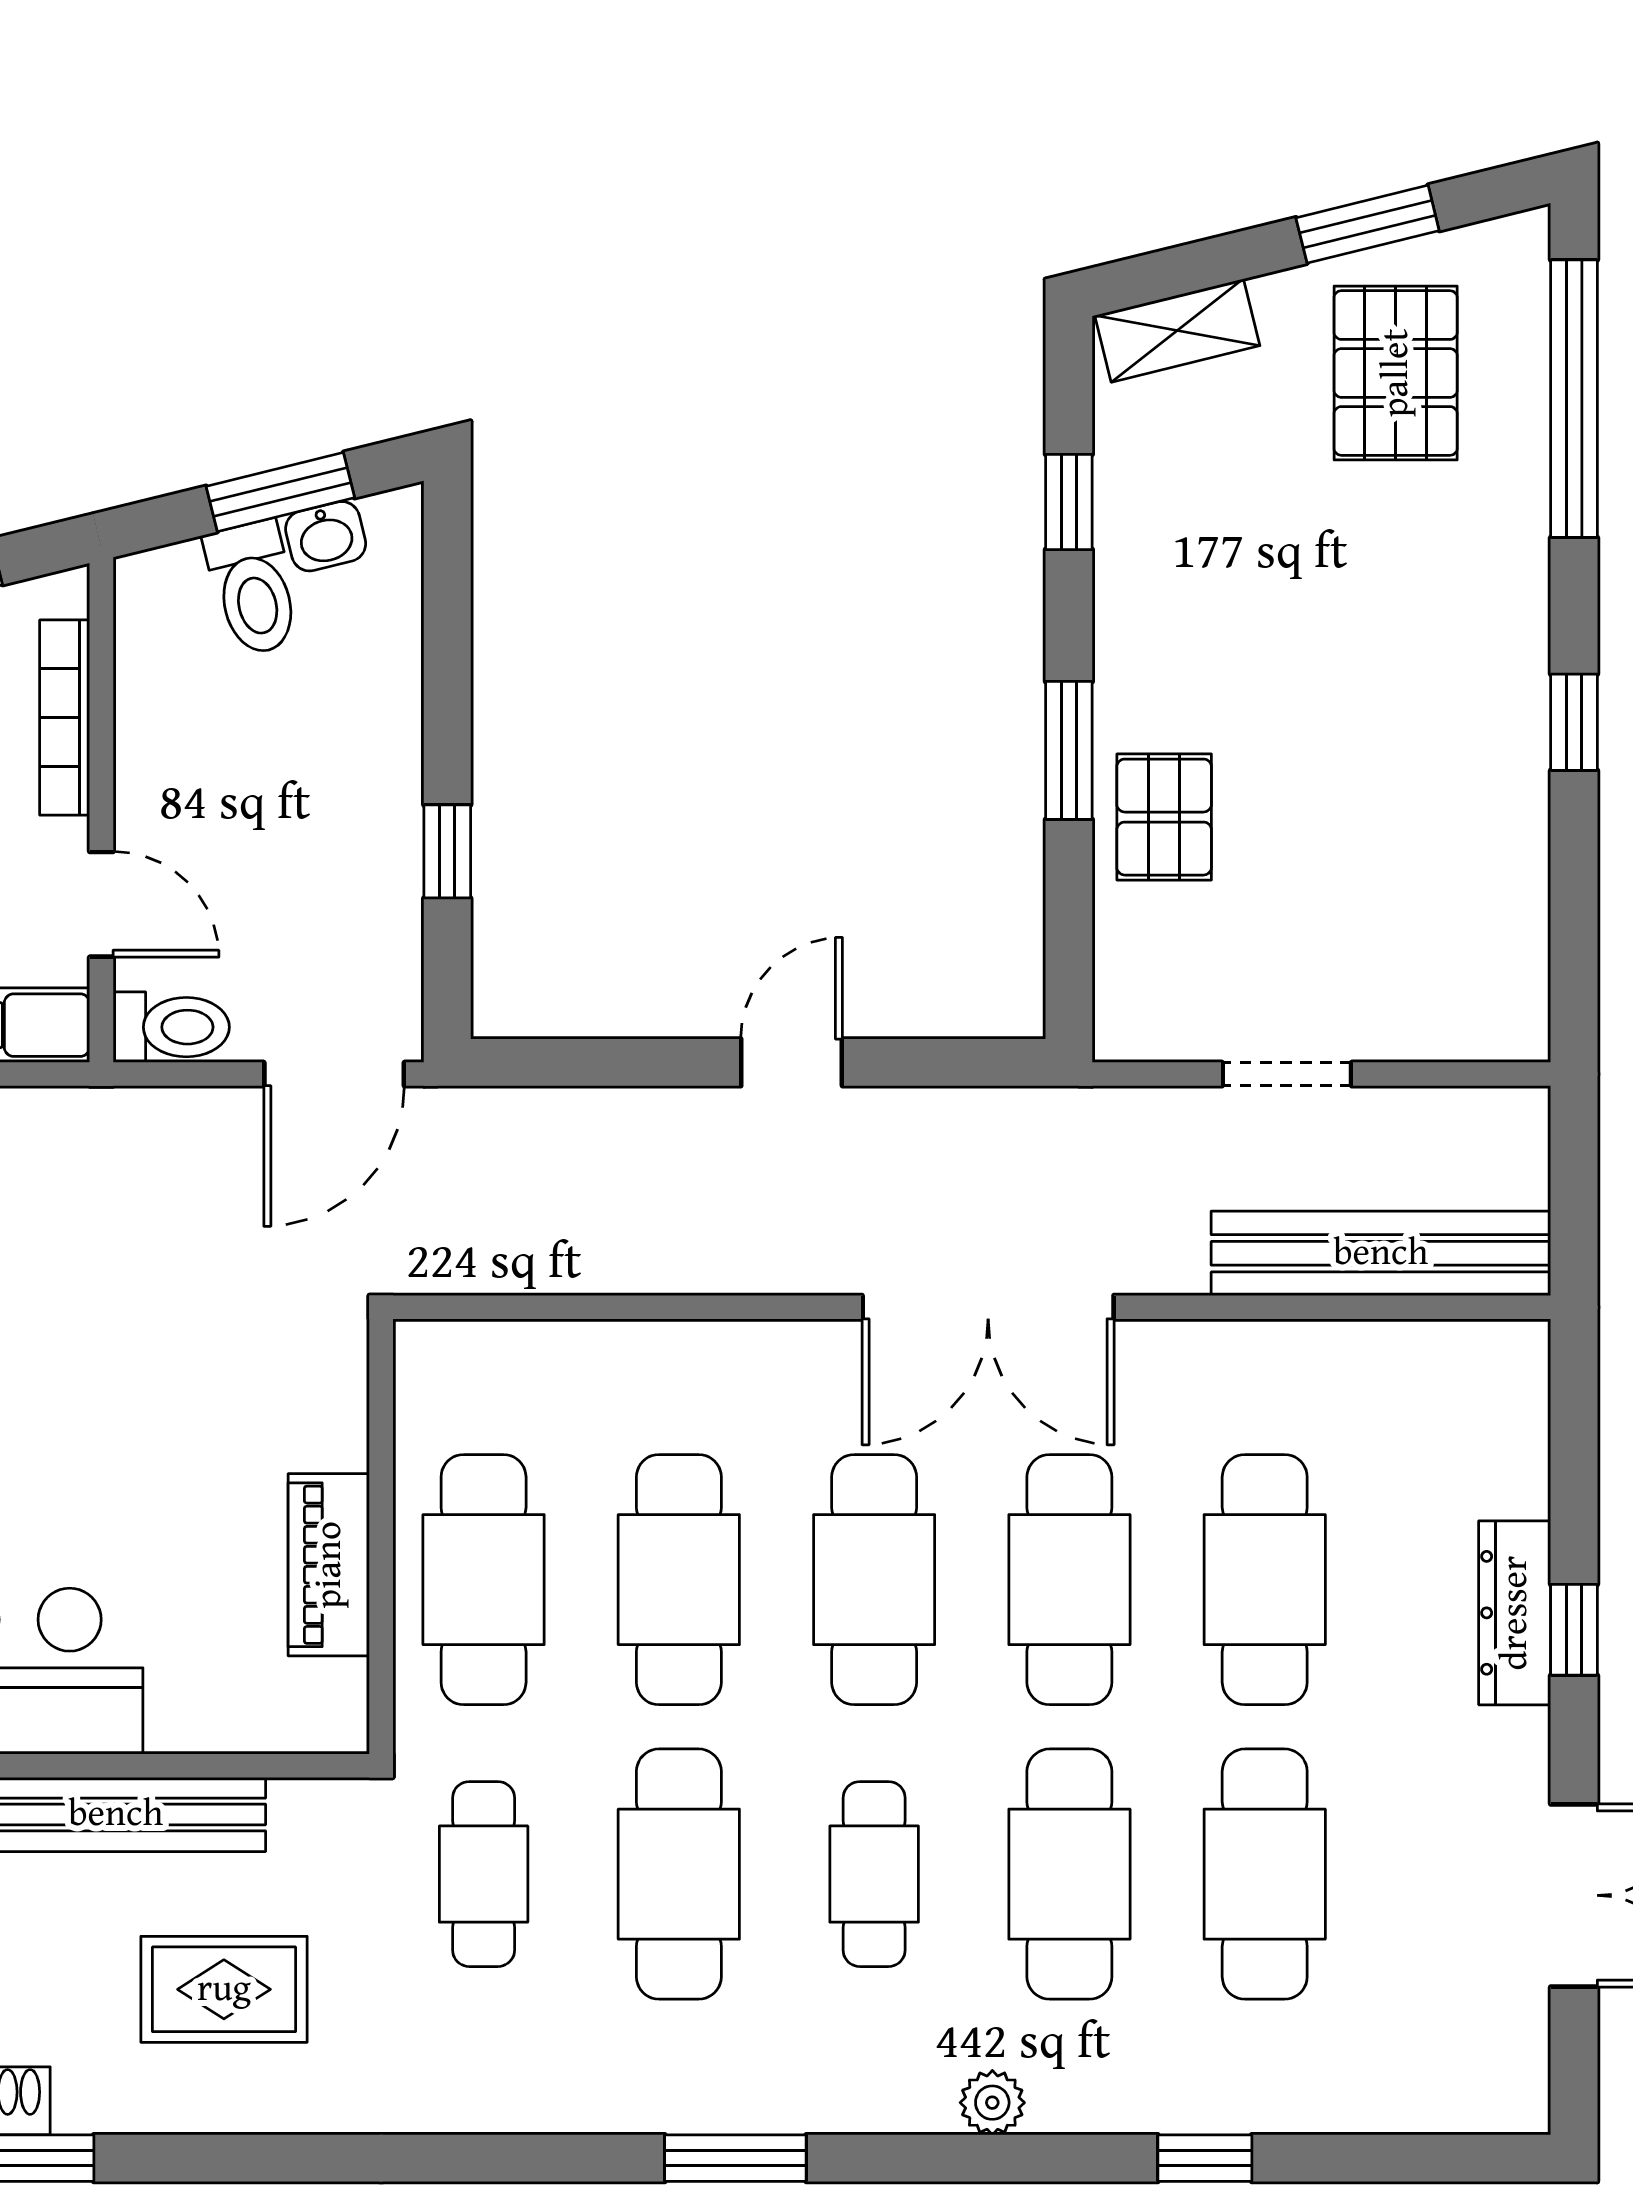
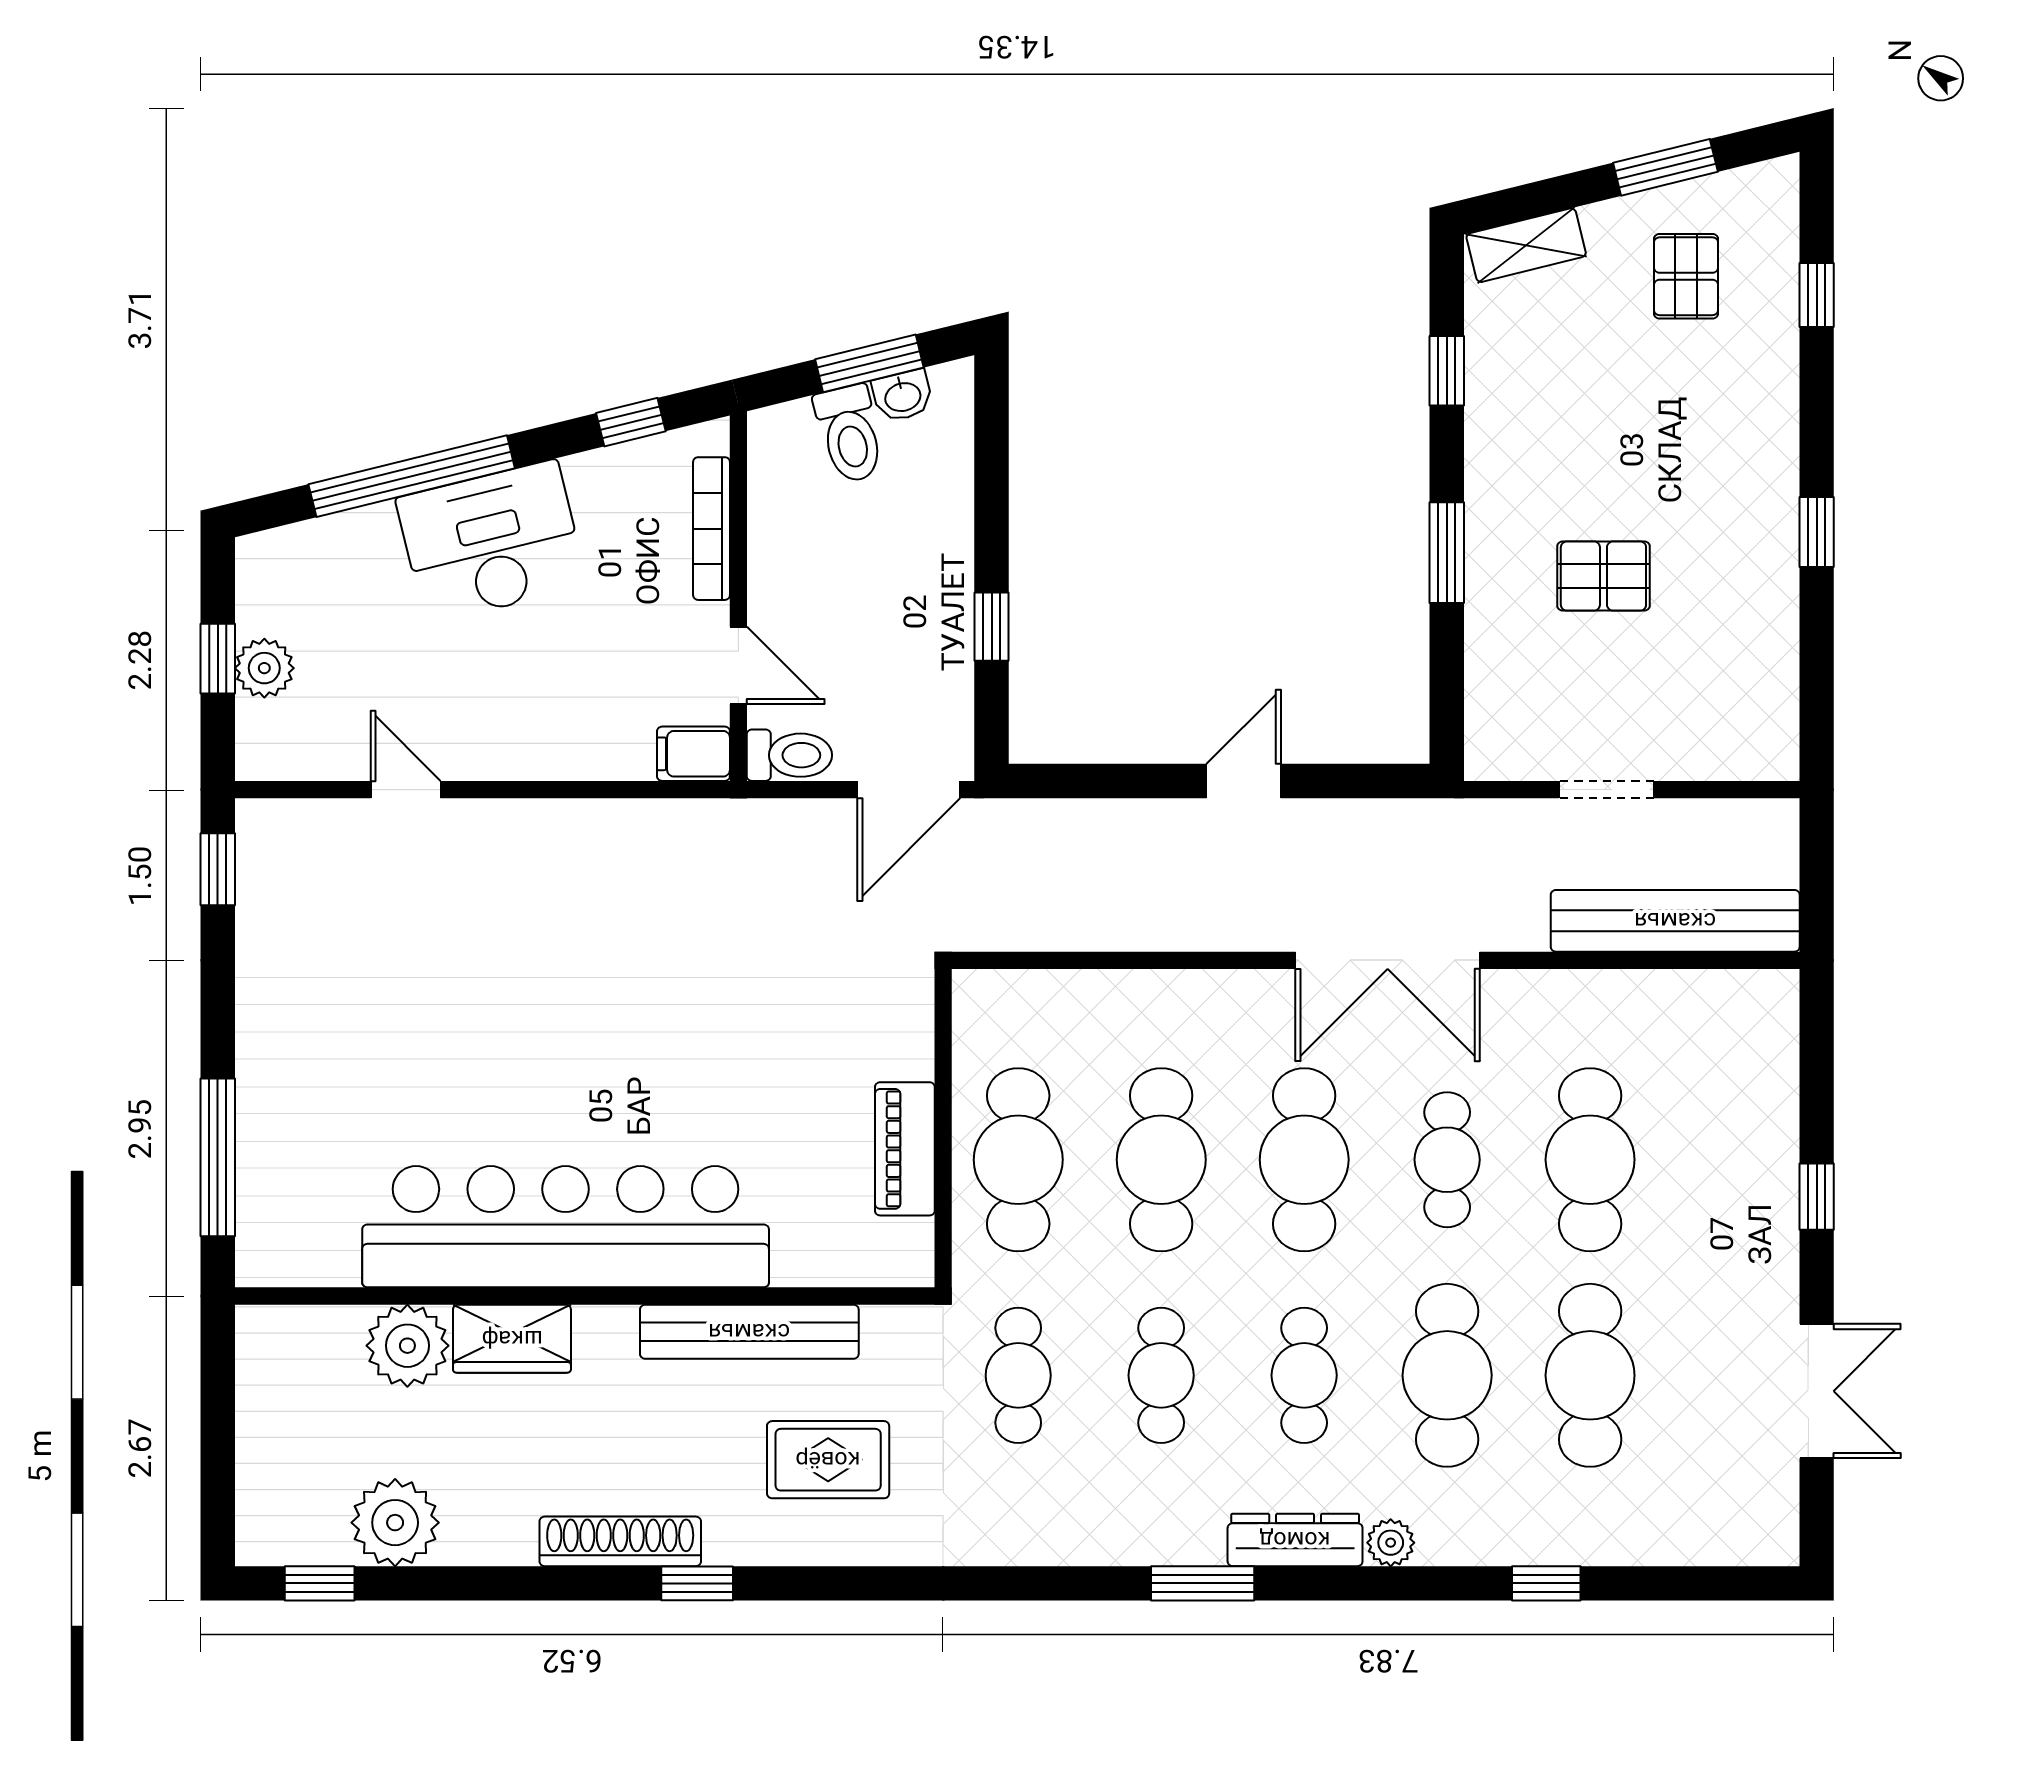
pallet: (1396, 373) -> (1686, 276), width x0.67, depth x0.71
window: (1574, 399) -> (1817, 295), width x0.32
pallet: (1164, 817) -> (1603, 576), moved, turned 90
cafe table: (1069, 1580) -> (1447, 1160), width x0.73, depth x0.74
dresser: (1515, 1613) -> (1295, 1540), moved, turned 90
cafe table: (679, 1874) -> (1161, 1375), width x0.73, depth x0.74

